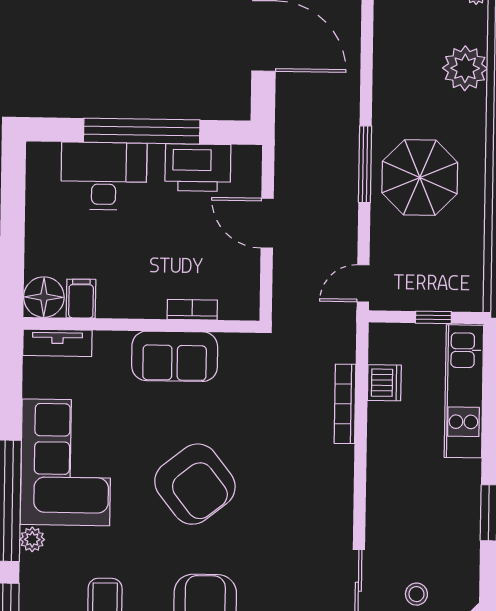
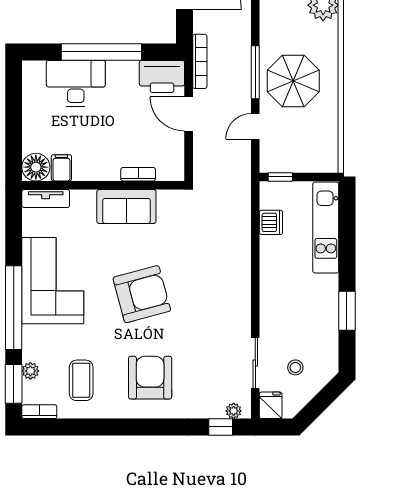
printer: (198, 168) -> (162, 76), moved
door: (363, 283) -> (255, 126), moved
window: (433, 317) -> (280, 177), moved
bookcase: (345, 404) -> (200, 61), moved, turned 180
armchair: (195, 484) -> (142, 294), turned -67
plant: (32, 539) -> (30, 371), moved

